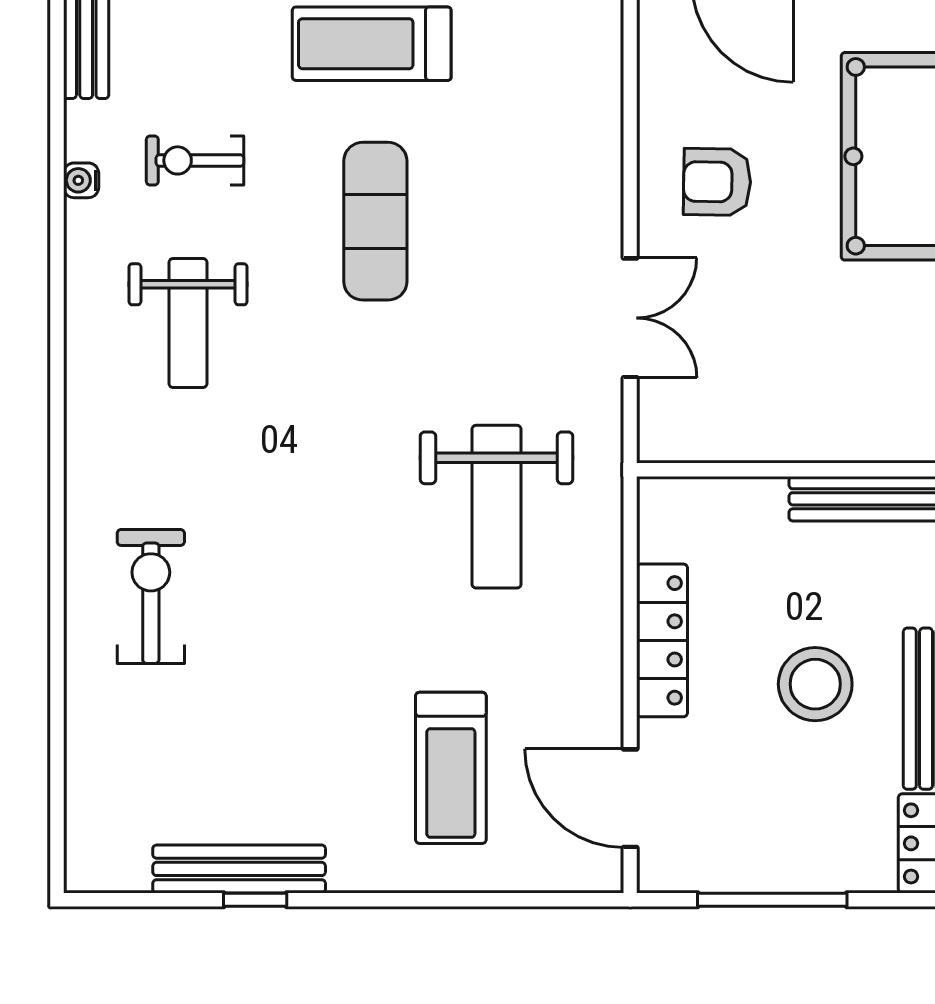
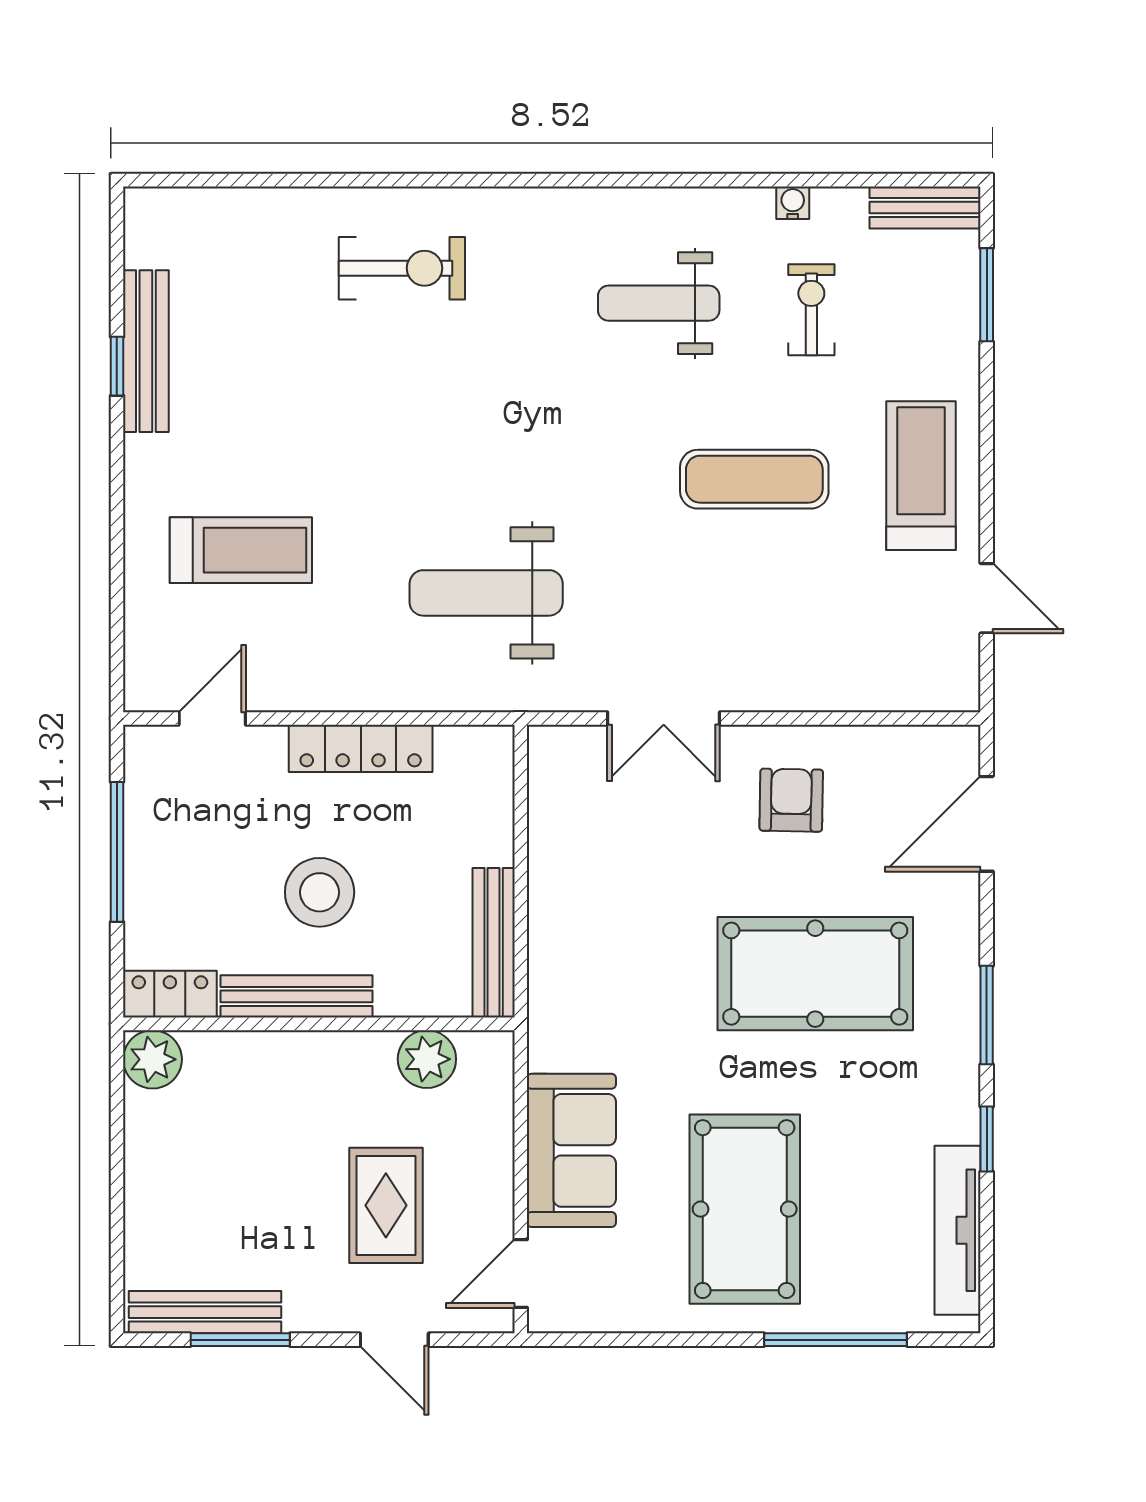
treadmill: (451, 768) -> (241, 550), turned 180
door: (630, 798) -> (212, 718), width x0.73

